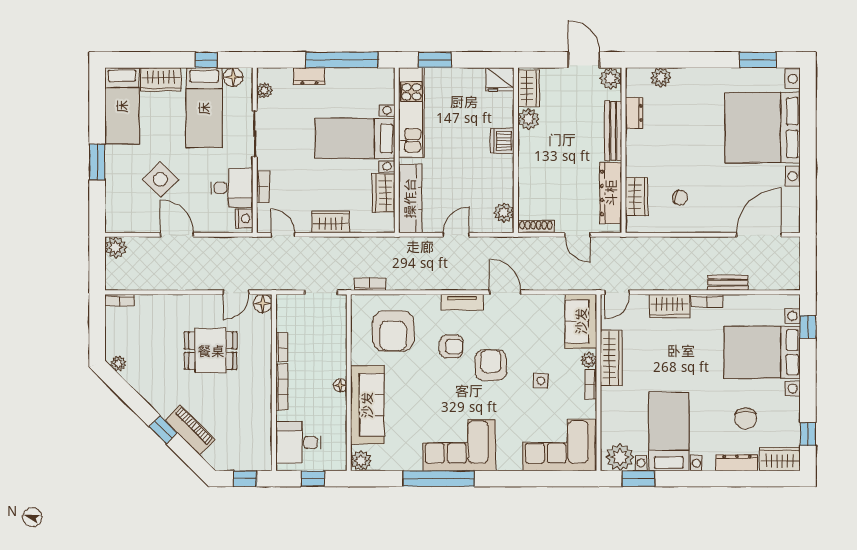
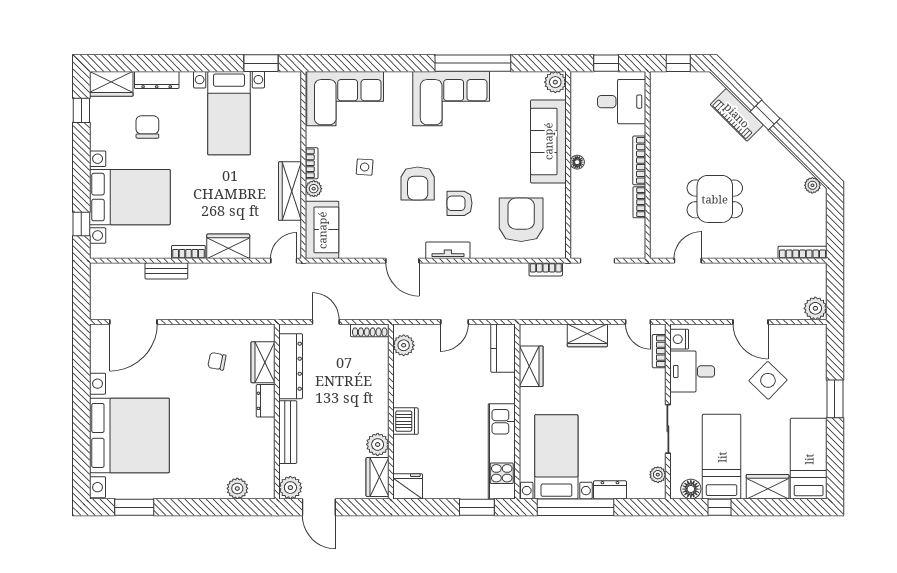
dresser: (634, 113) -> (266, 401), moved
bed with nightstands: (355, 138) -> (556, 457), moved, turned -90
bookcase: (263, 187) -> (659, 351), moved
kitchen counter: (410, 198) -> (503, 348), width x0.67
bookcase: (120, 300) -> (802, 252), width x1.56
floor lamp: (263, 304) -> (659, 249), removed
plant: (620, 457) -> (281, 86), removed

